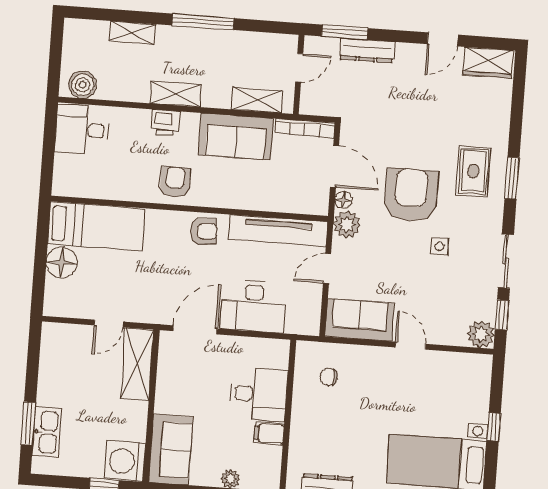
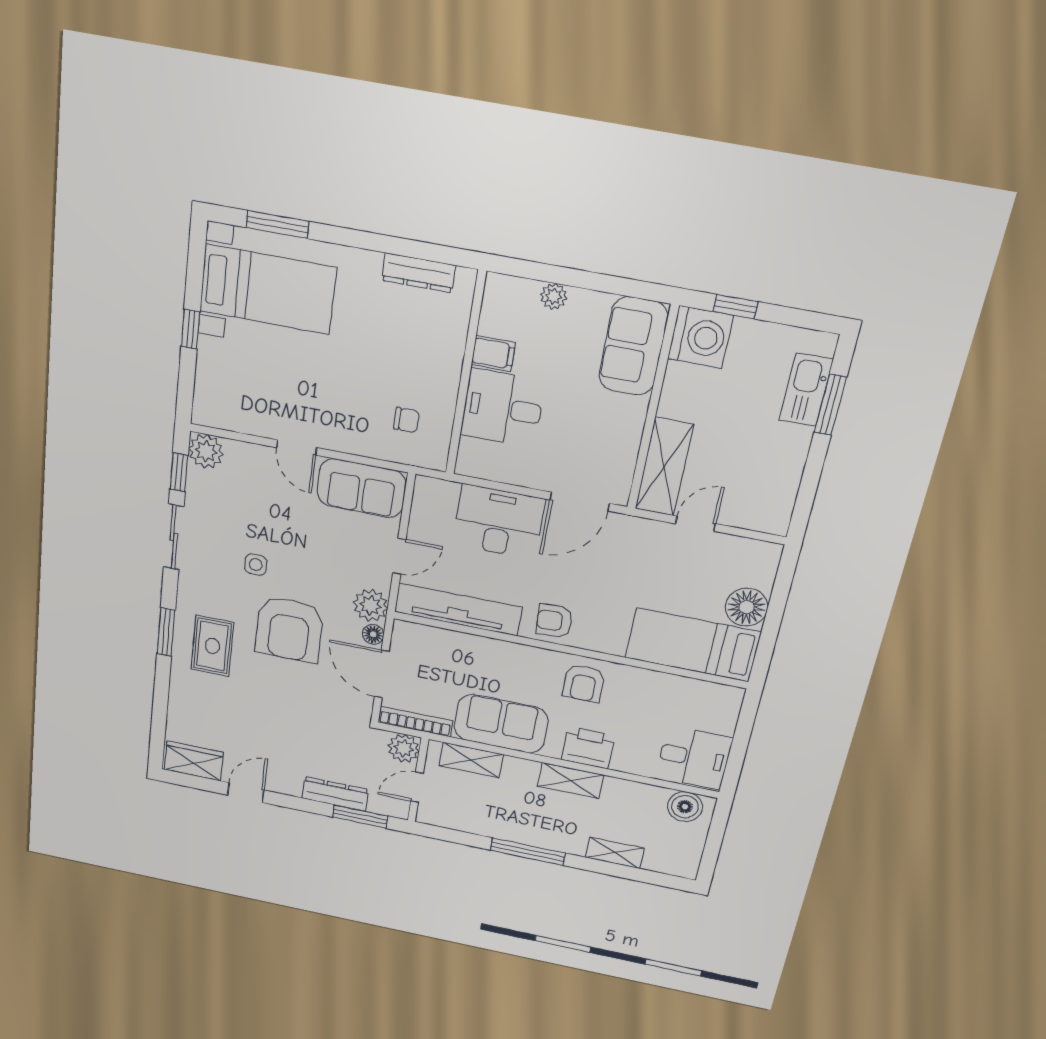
plant: (313, 102) -> (404, 748), added
printer: (165, 123) -> (588, 748), width x1.36, depth x1.24

